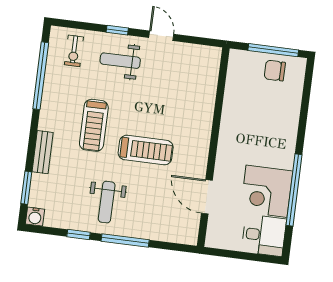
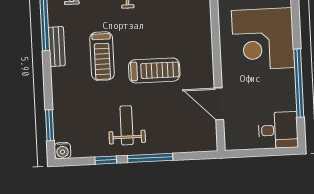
bench: (43, 152) -> (57, 47), moved
corner desk: (266, 191) -> (263, 39), moved, width x1.36, depth x1.36
weight bench: (107, 202) -> (127, 125), turned 180

